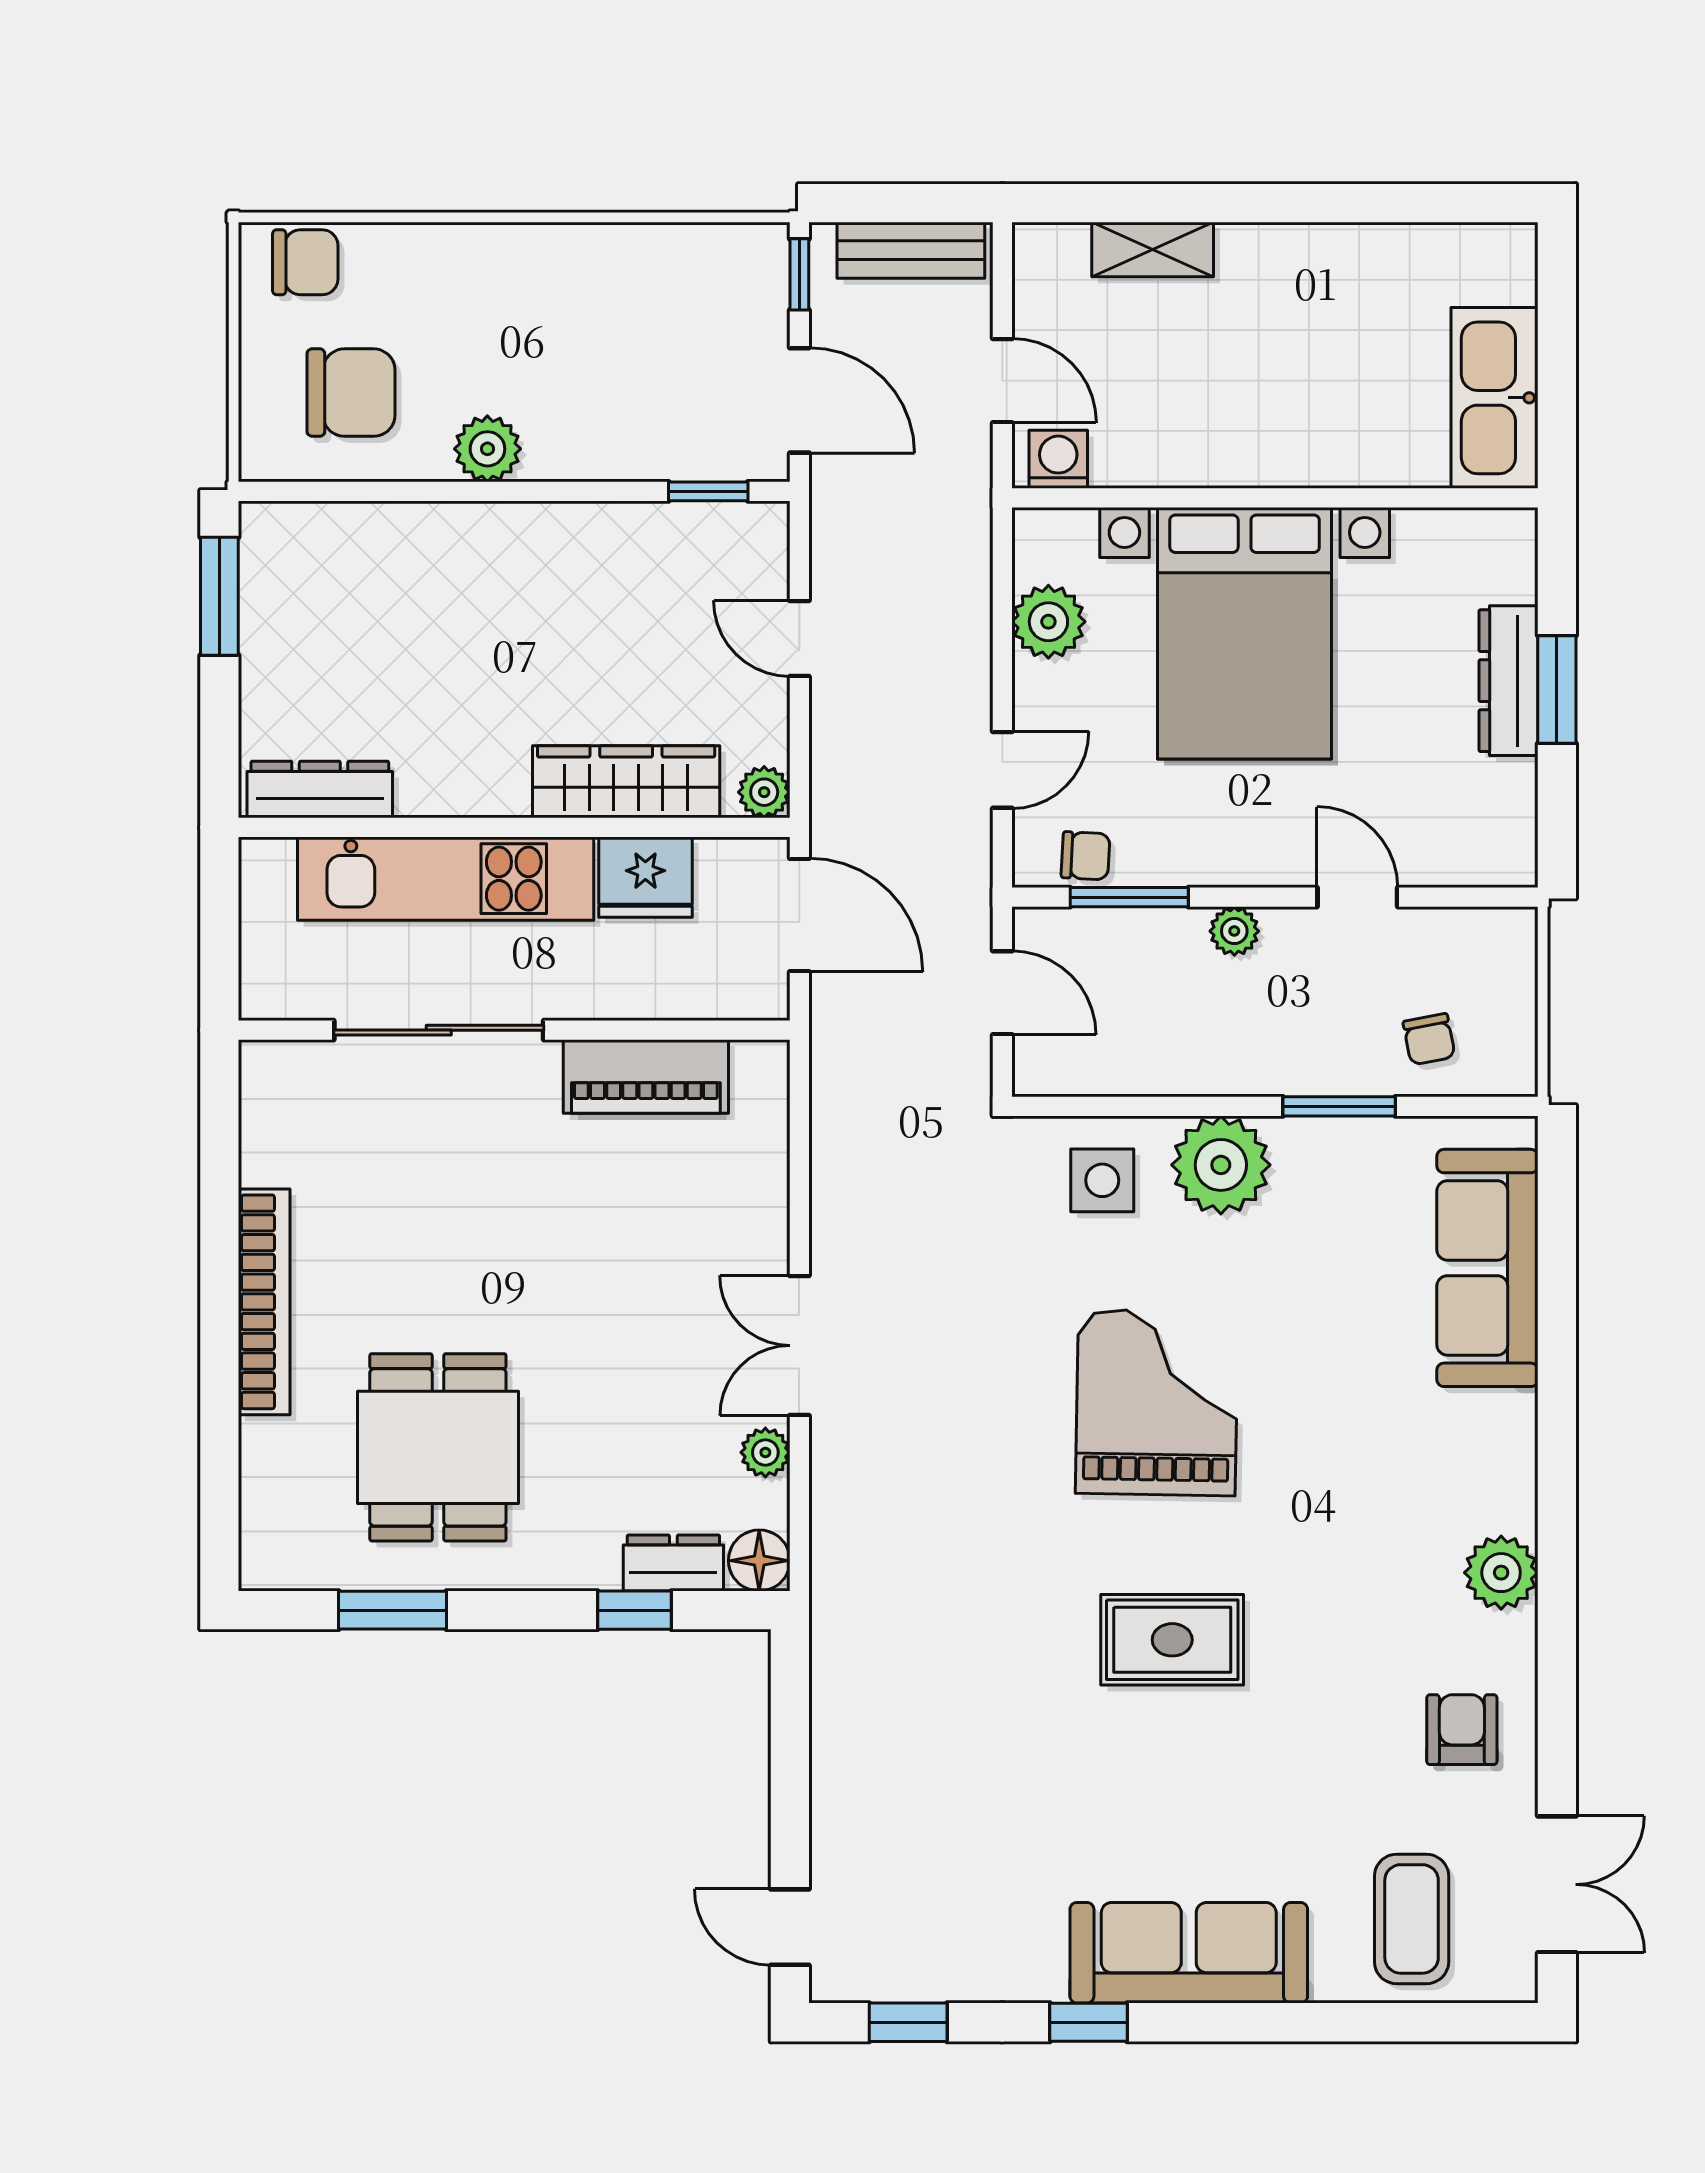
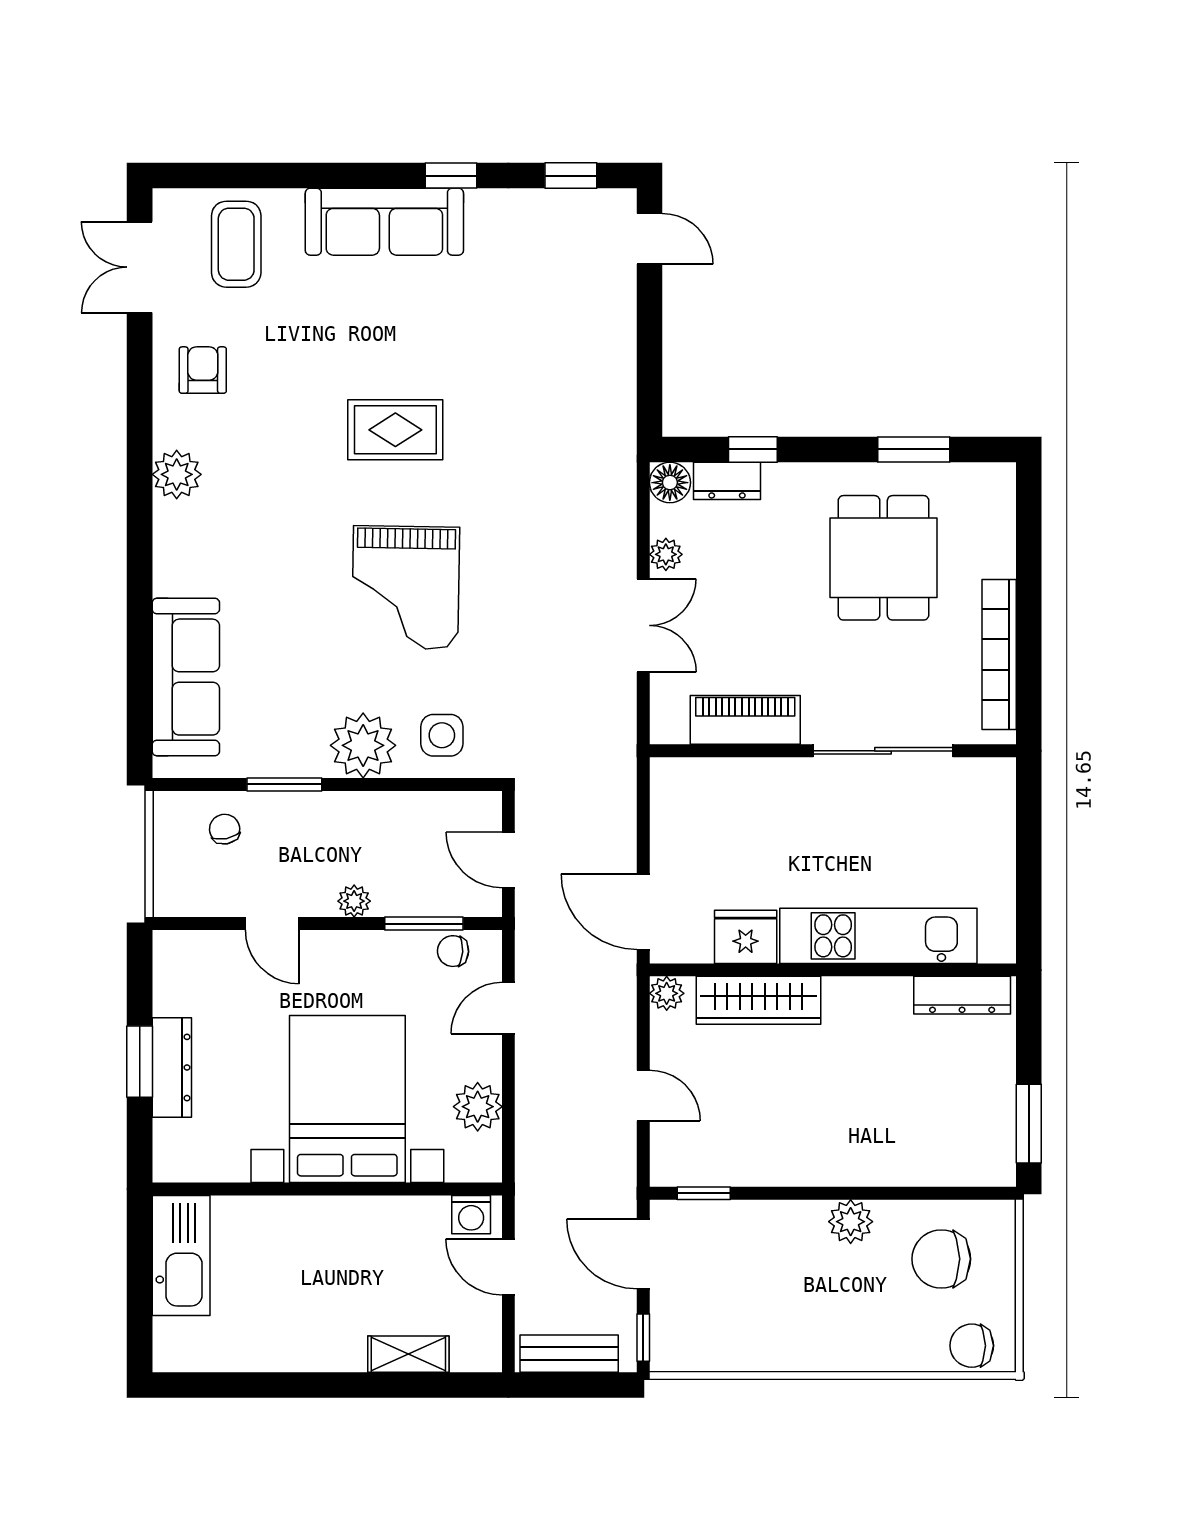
sliding door: (439, 1030) -> (883, 751), moved
wall: (514, 1030) -> (833, 751), moved
piano: (646, 1077) -> (745, 720), moved
armchair: (1462, 1730) -> (203, 370), turned 180

